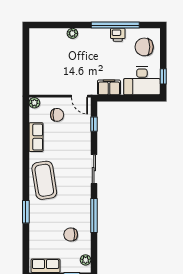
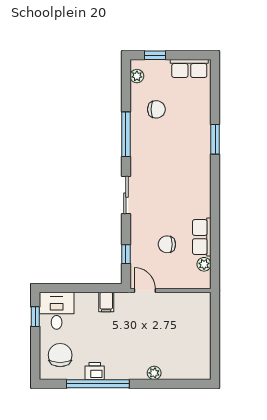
chair: (144, 47) -> (60, 355), turned -90
desk: (142, 81) -> (57, 311), width x0.73
filing cabinet: (109, 87) -> (106, 302), width x0.50
plant: (34, 103) -> (204, 264), moved
chair: (57, 115) -> (167, 244), moved
coffee table: (44, 180) -> (191, 180), removed

